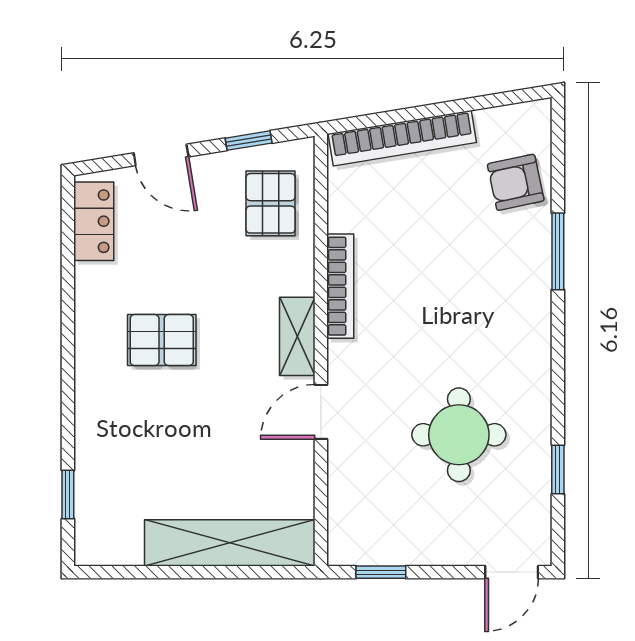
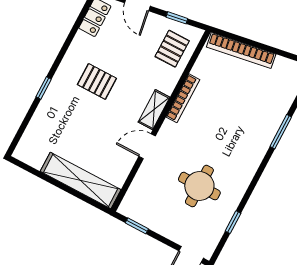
armchair: (516, 182) -> (278, 94), removed
window: (68, 494) -> (44, 88), moved

